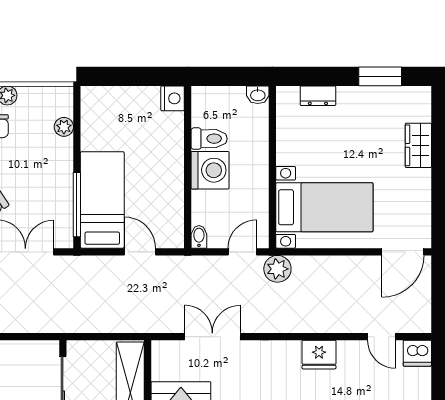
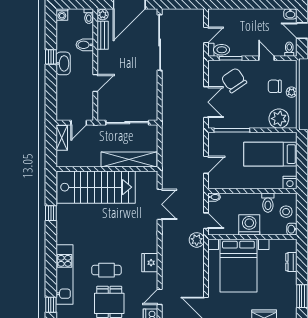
stool: (226, 105) -> (286, 212), added
plant: (64, 127) -> (279, 119), width x1.87, depth x1.87
washing machine: (210, 170) -> (249, 225), moved, turned 180
bed: (102, 200) -> (270, 154), moved, turned 180
bed with nightstands: (324, 207) -> (238, 266), width x1.36

